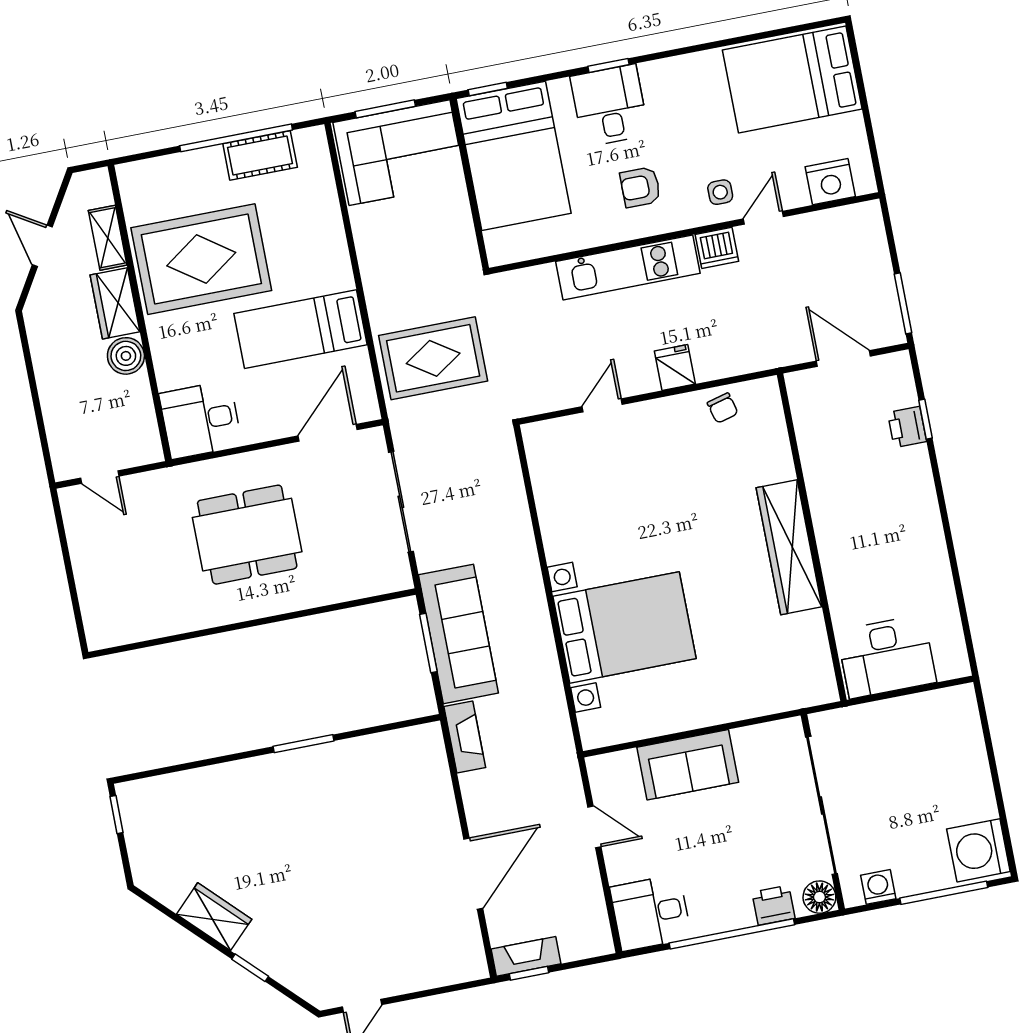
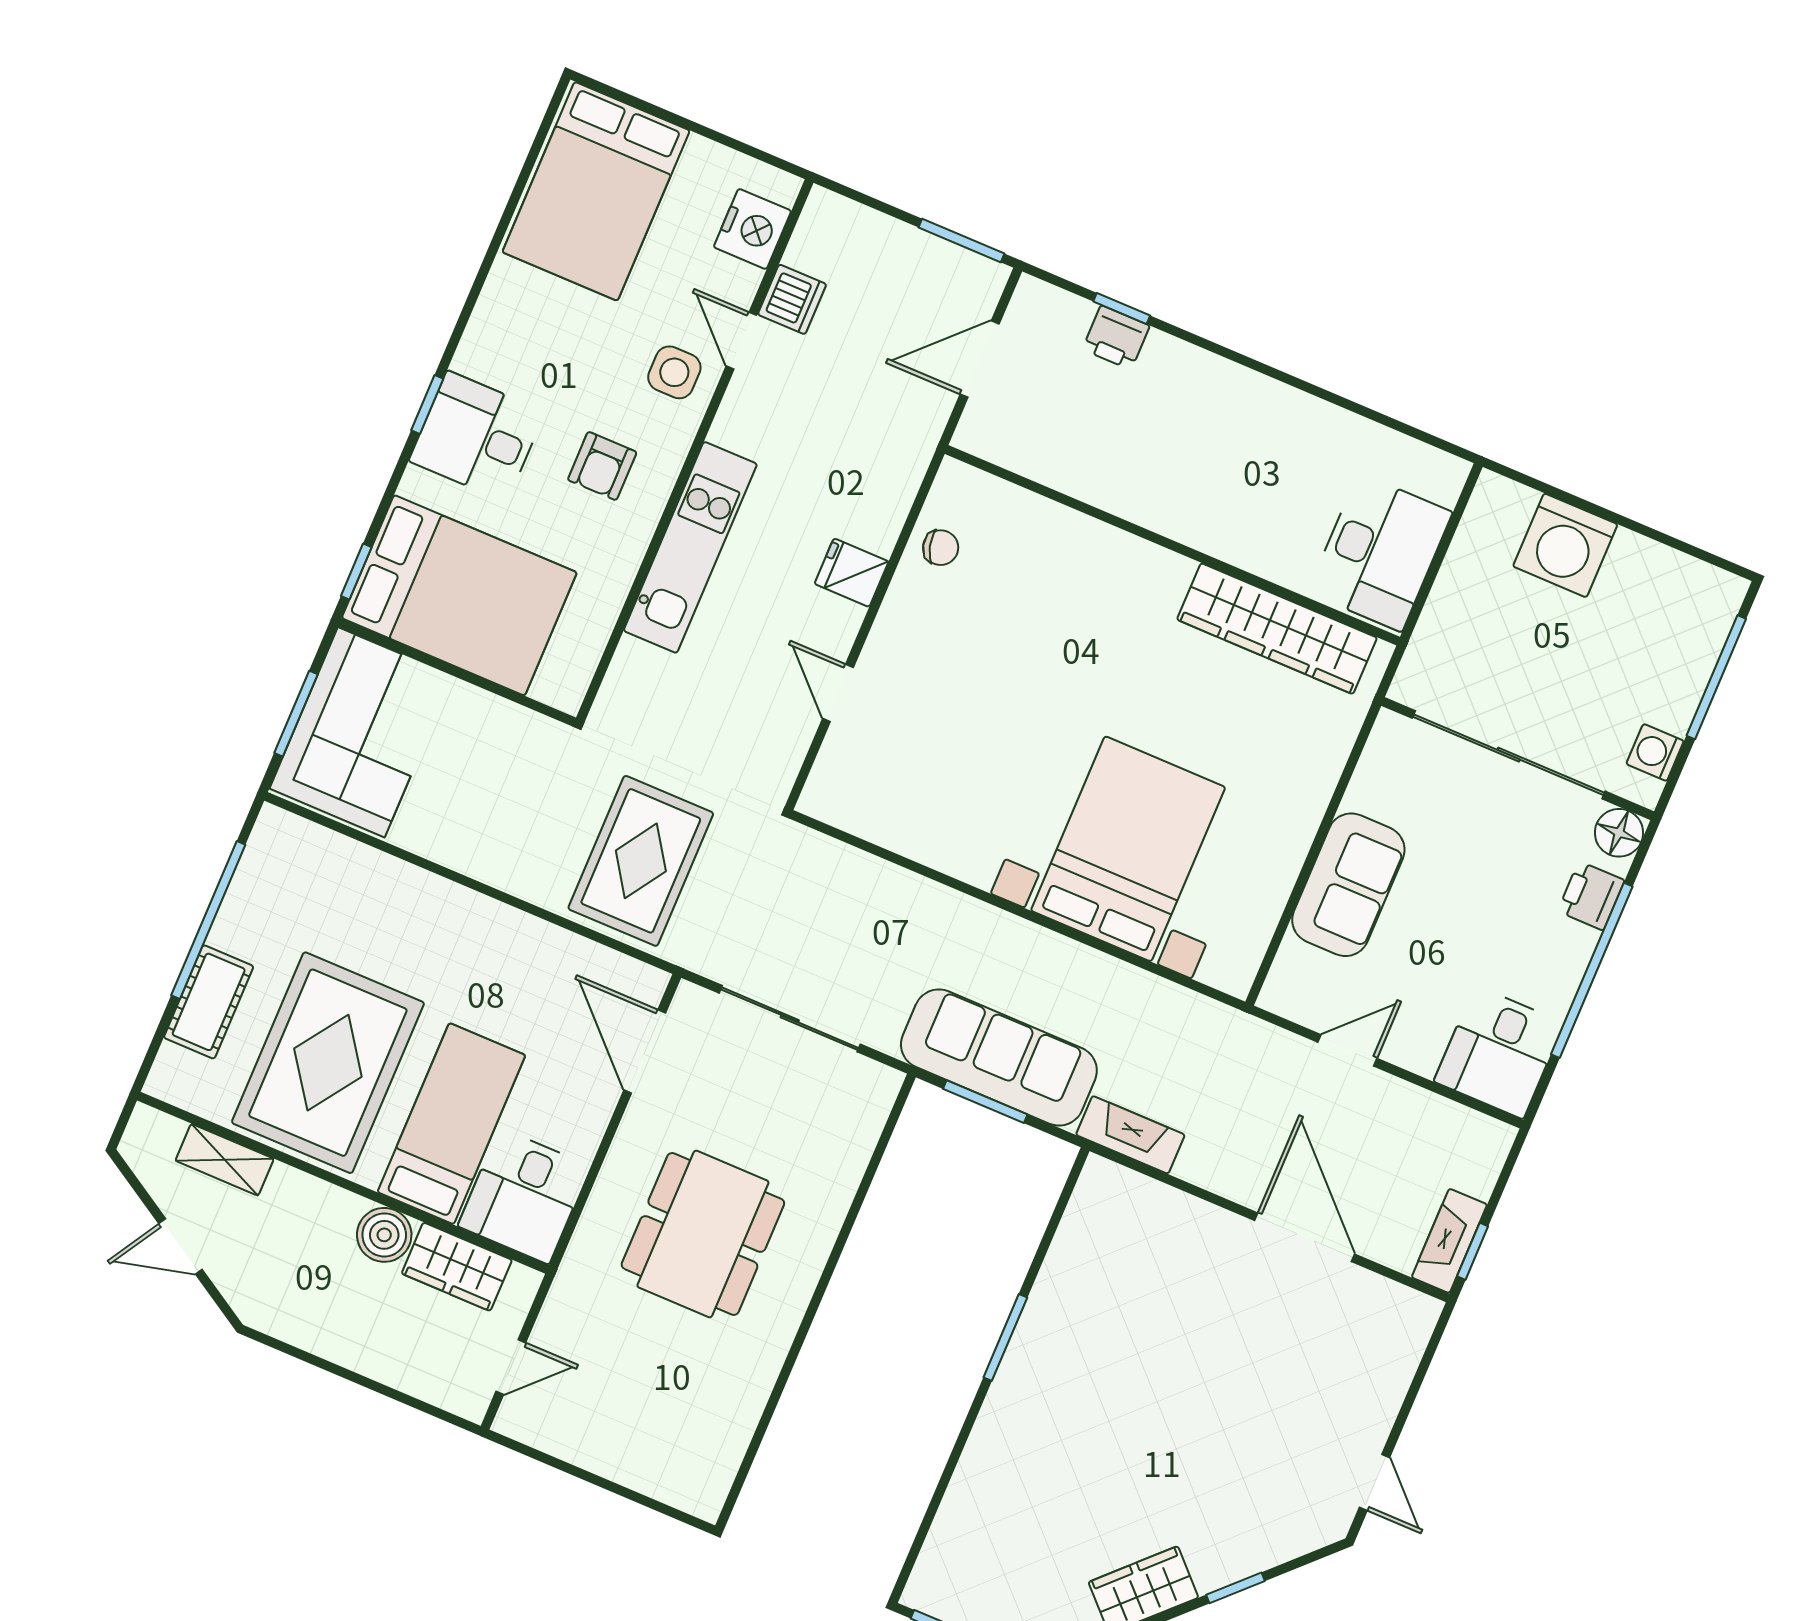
cot: (260, 156) -> (209, 1002), moved
side table: (720, 192) -> (674, 372), width x1.37, depth x1.37
dishwasher: (717, 248) -> (792, 299), moved
wardrobe: (115, 303) -> (457, 1267), moved
bed: (301, 329) -> (451, 1124), moved, turned 180
wardrobe: (789, 547) -> (1277, 629), moved
washing machine: (978, 850) -> (1565, 545), moved

